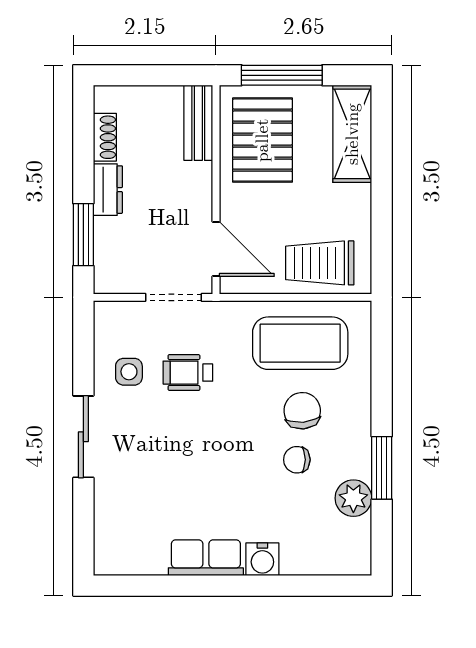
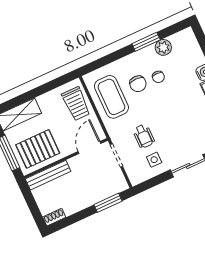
bench: (198, 123) -> (48, 175), width x1.36
shoe rack: (105, 137) -> (54, 217), moved
dresser: (108, 190) -> (86, 201), removed
chair: (302, 411) -> (138, 84), turned -85

